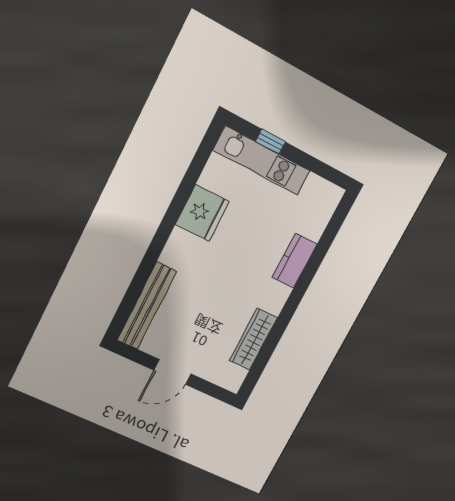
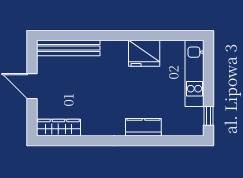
window: (270, 142) -> (208, 116), moved
wardrobe: (253, 339) -> (58, 128), moved

